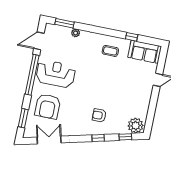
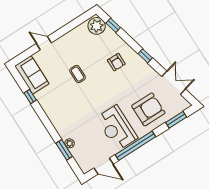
window: (65, 23) -> (64, 150), moved
coffee table: (110, 51) -> (78, 74), moved
window: (98, 138) -> (145, 56), moved
double door: (49, 140) -> (174, 83), swing flipped

